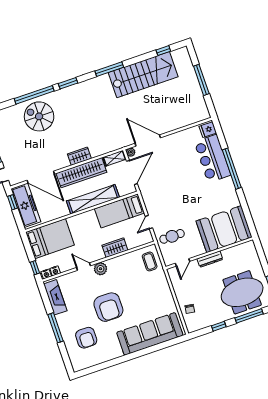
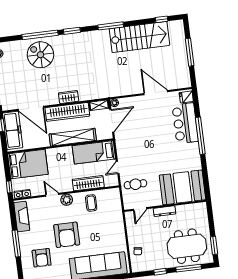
door: (148, 141) -> (156, 93), moved
wardrobe: (115, 248) -> (88, 183), width x1.50
coffee table: (150, 261) -> (91, 203), moved

